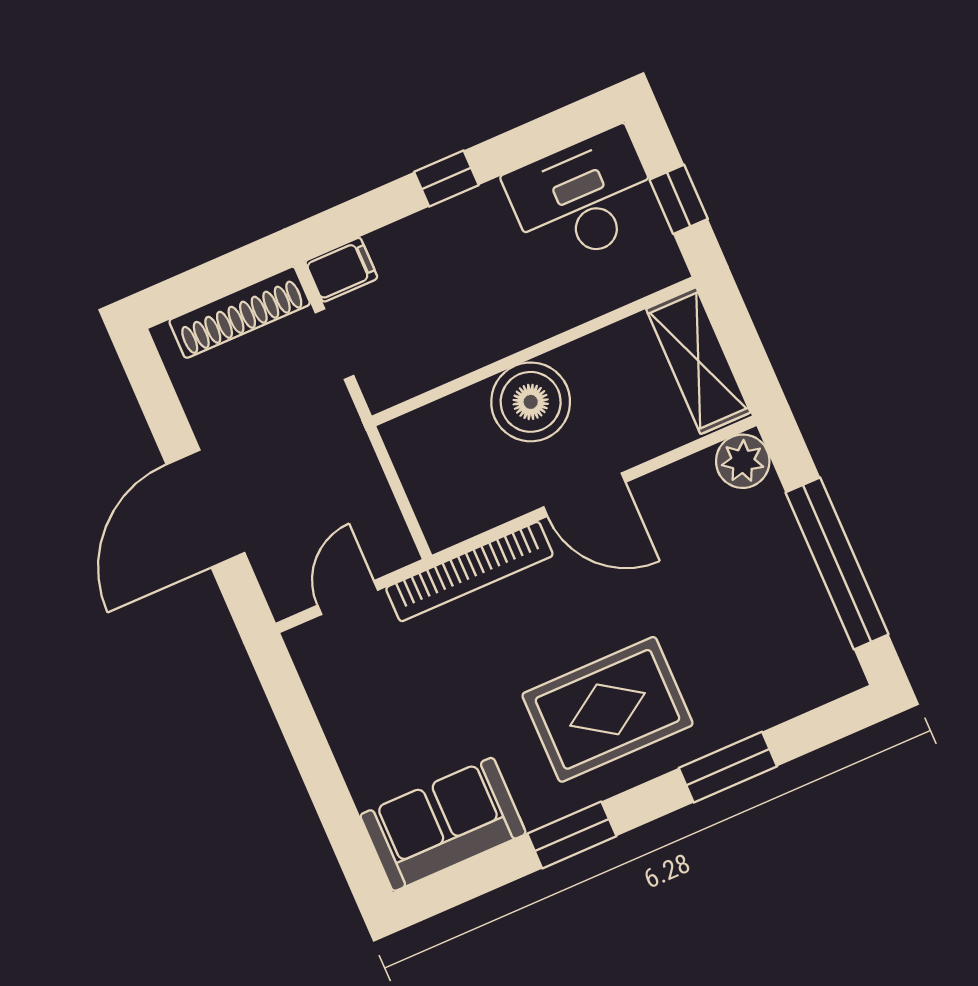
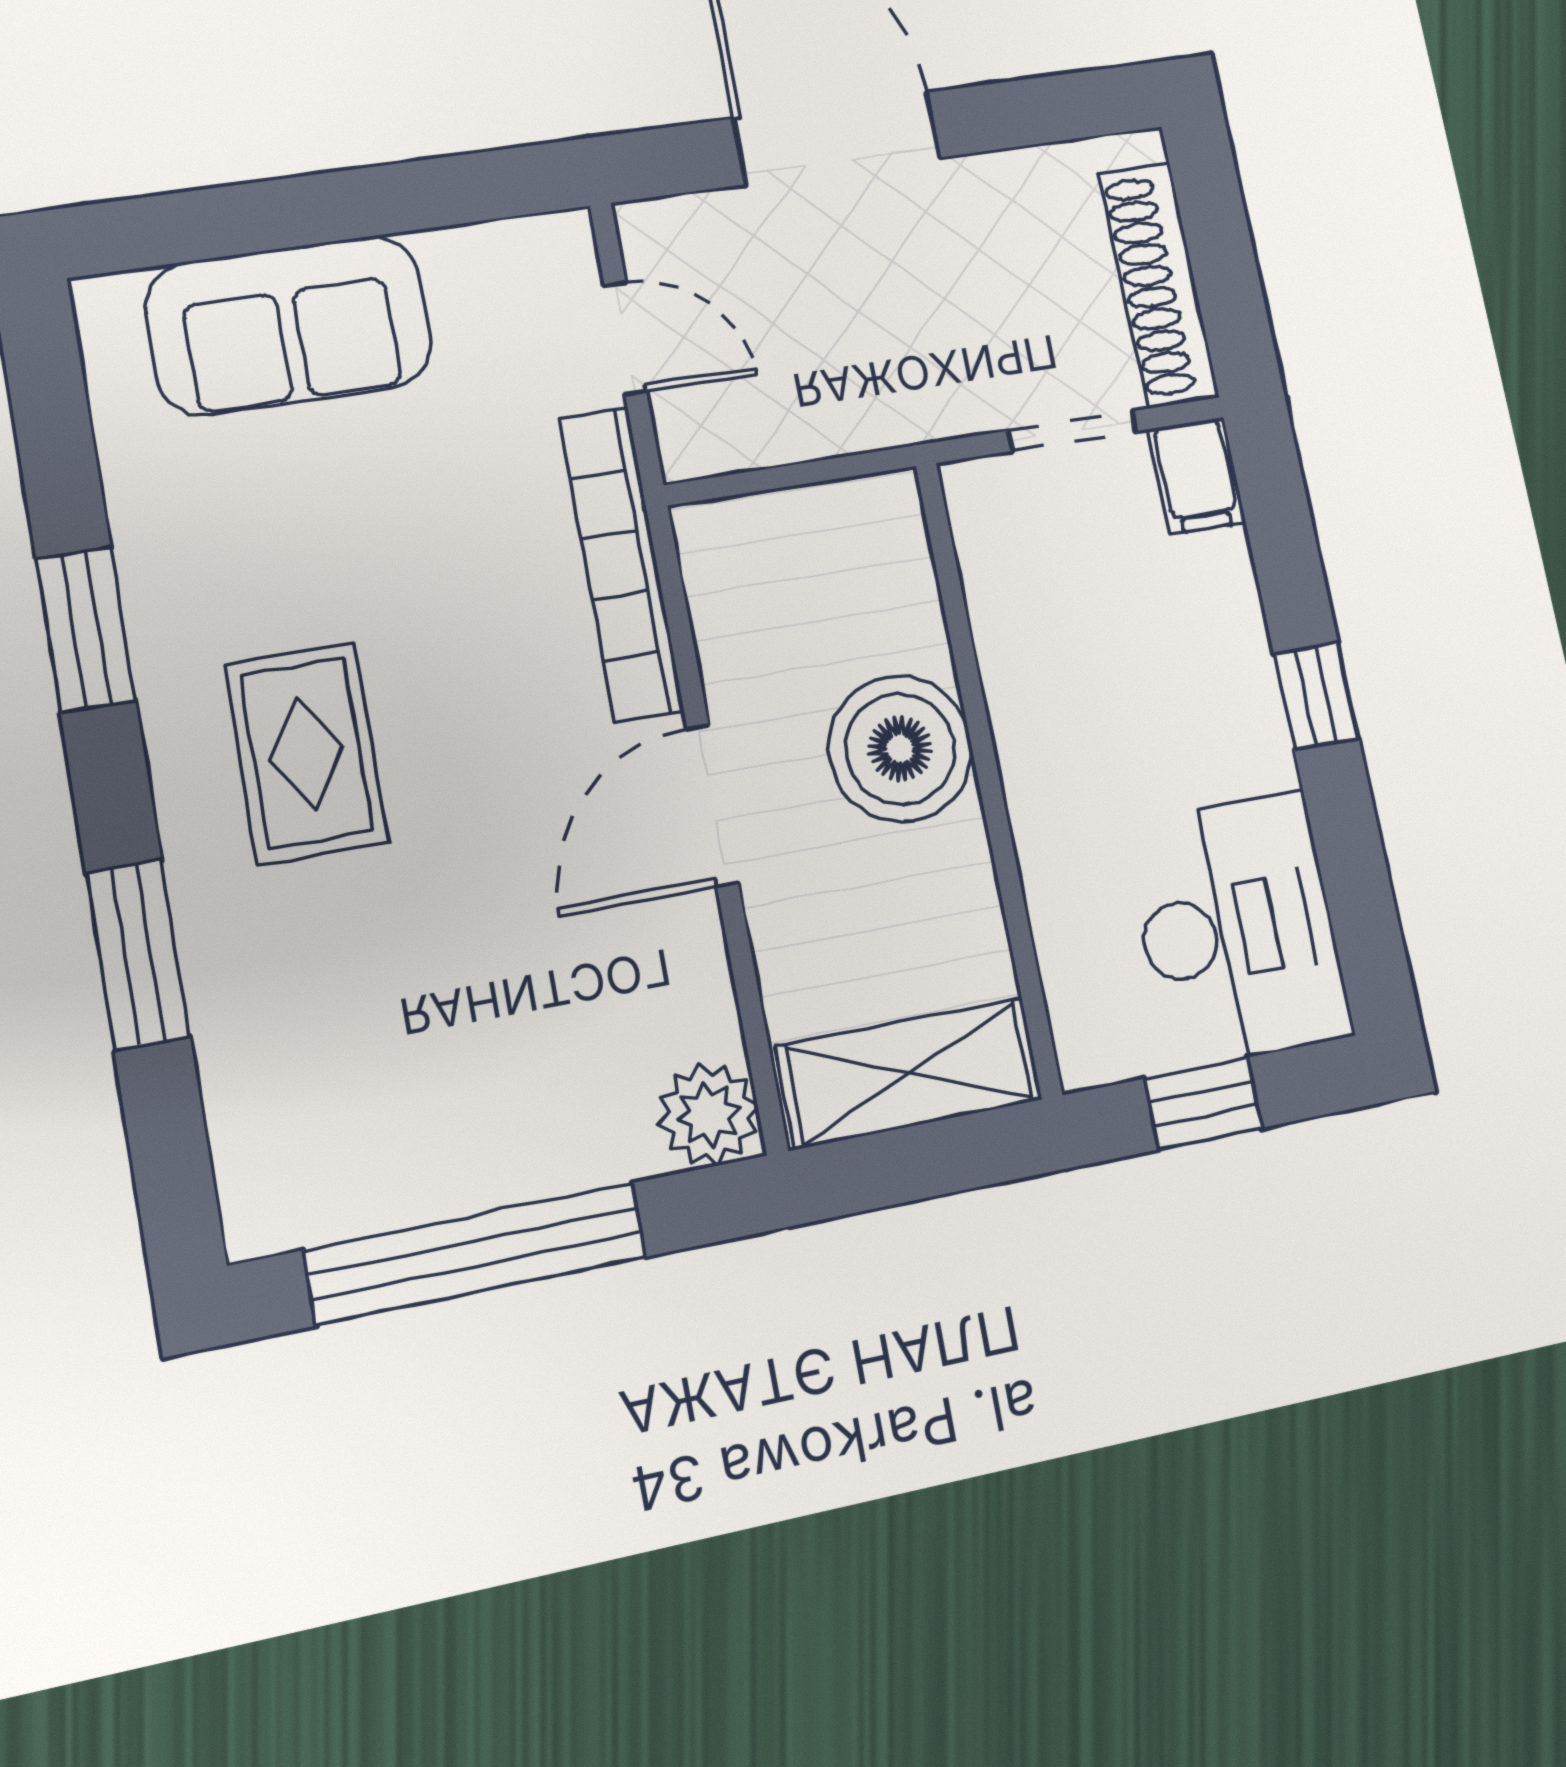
rug: (607, 709) -> (306, 753), width x0.73, depth x0.70
sofa: (443, 824) -> (289, 325), moved, turned 90

